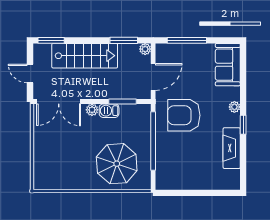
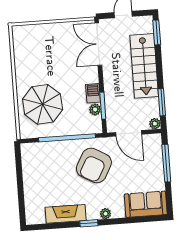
plant: (92, 110) -> (95, 109), moved
armchair: (184, 115) -> (94, 166), turned -151

